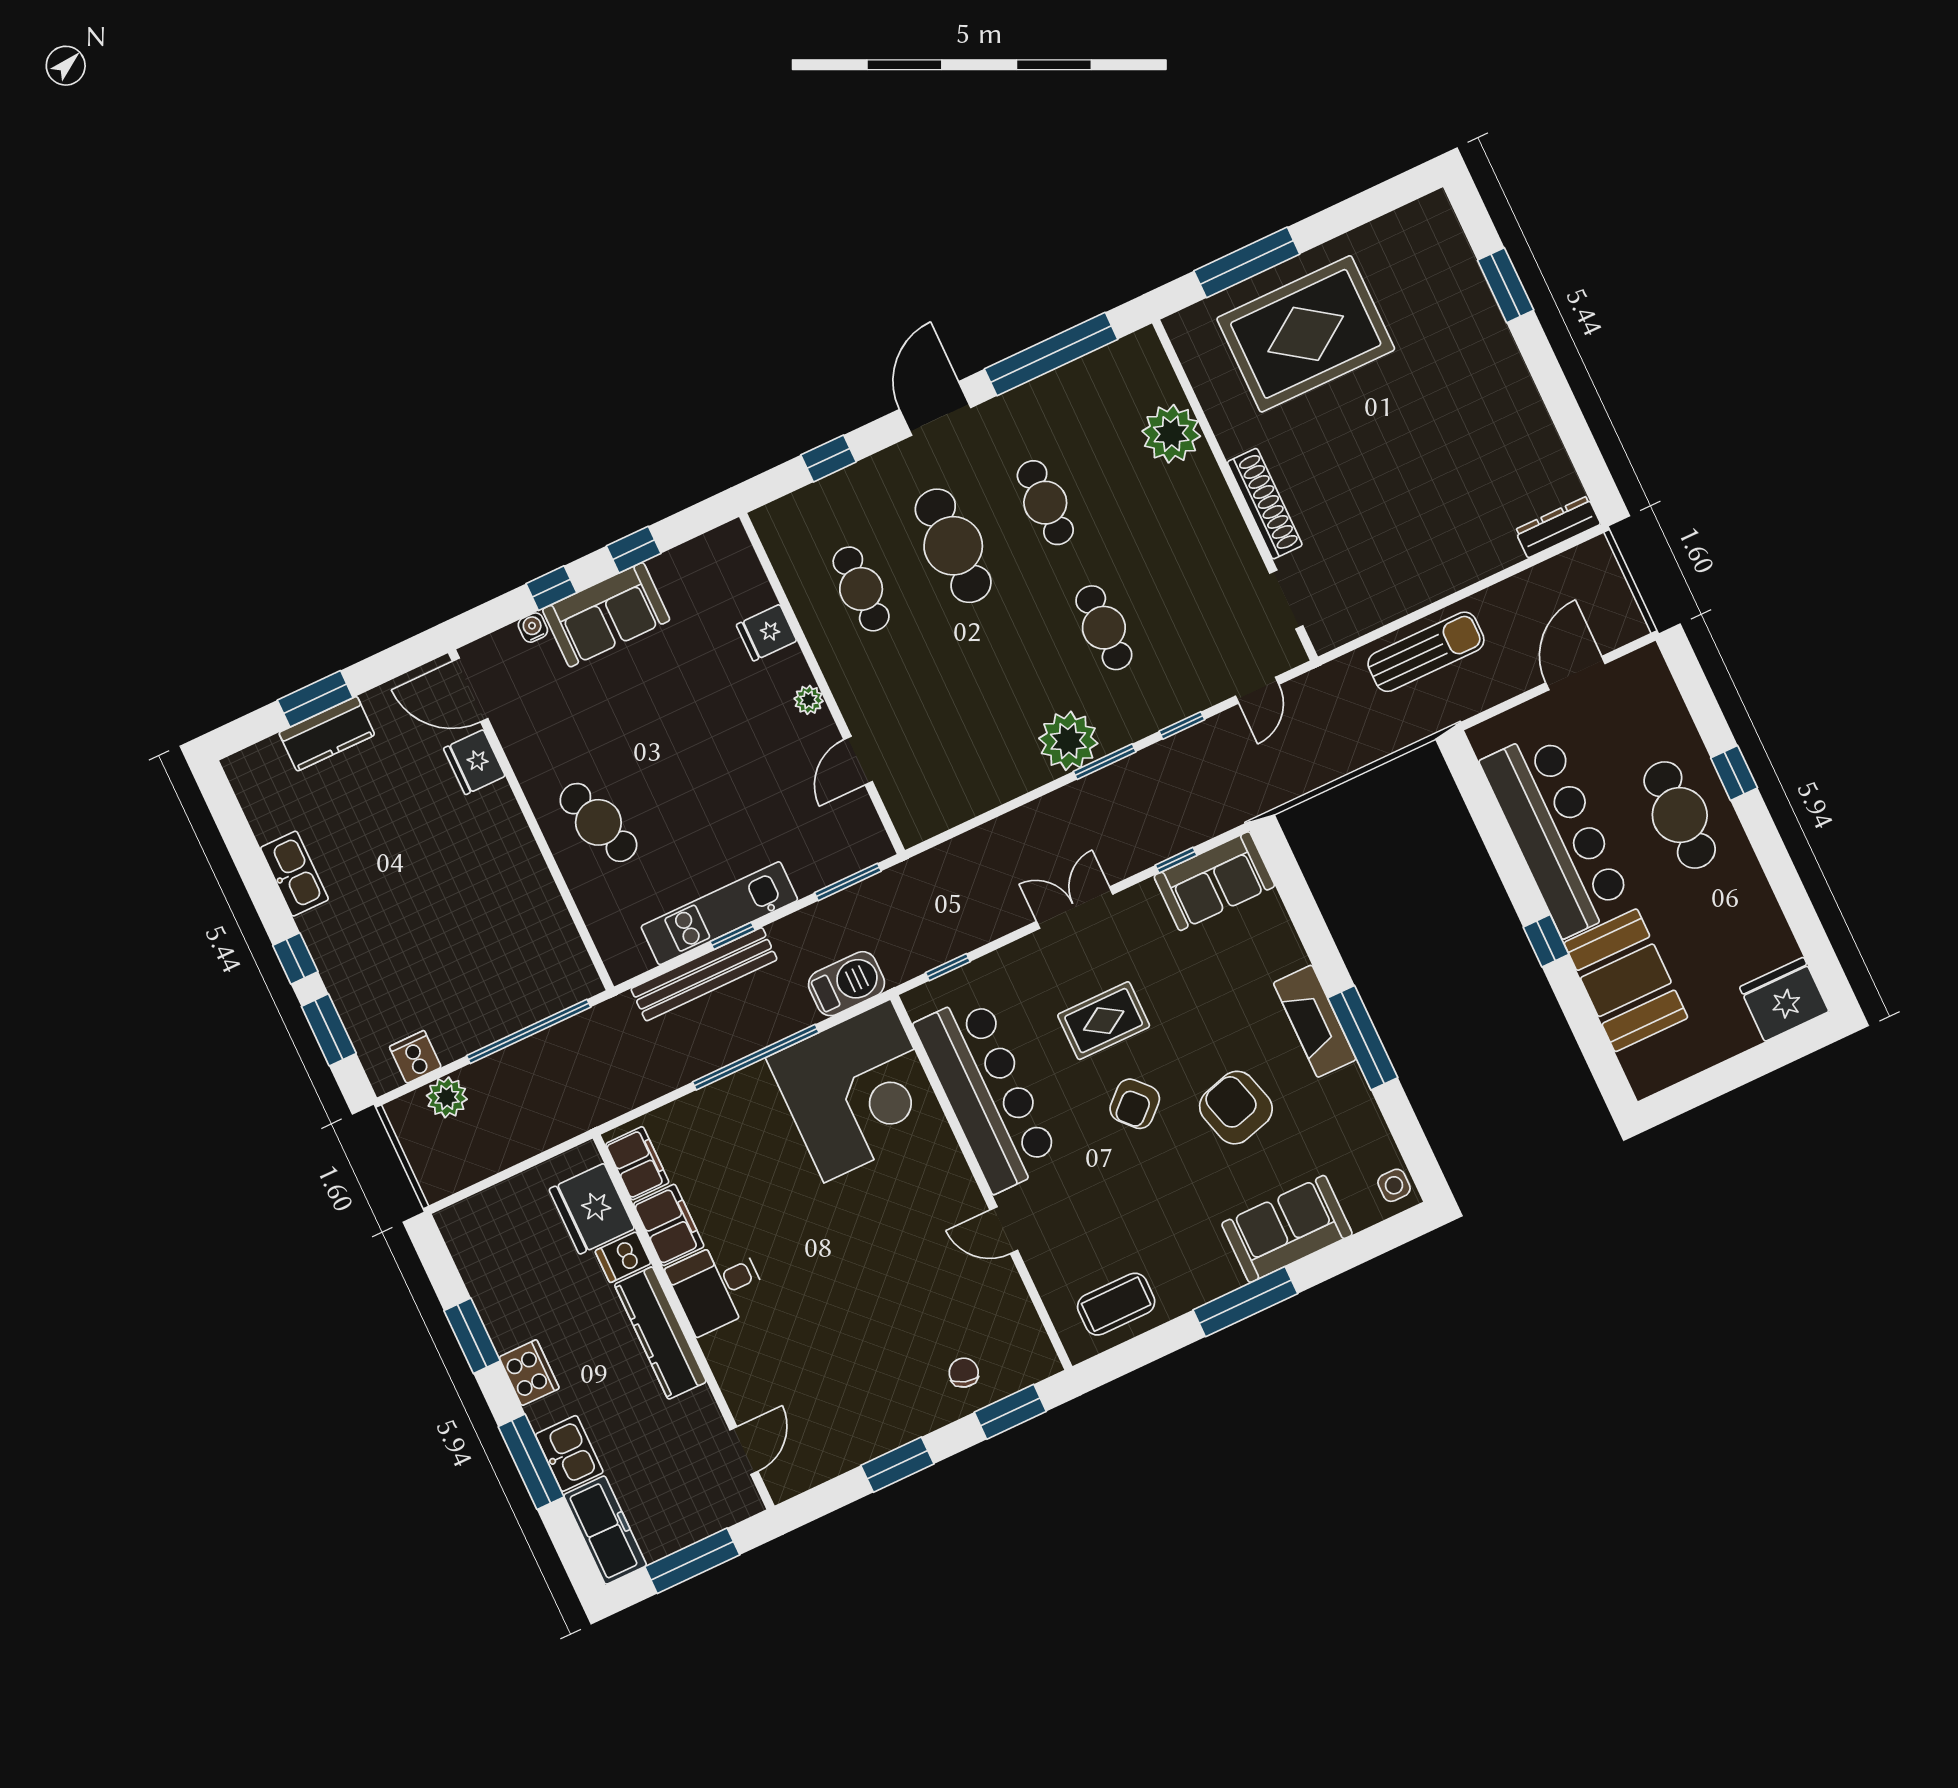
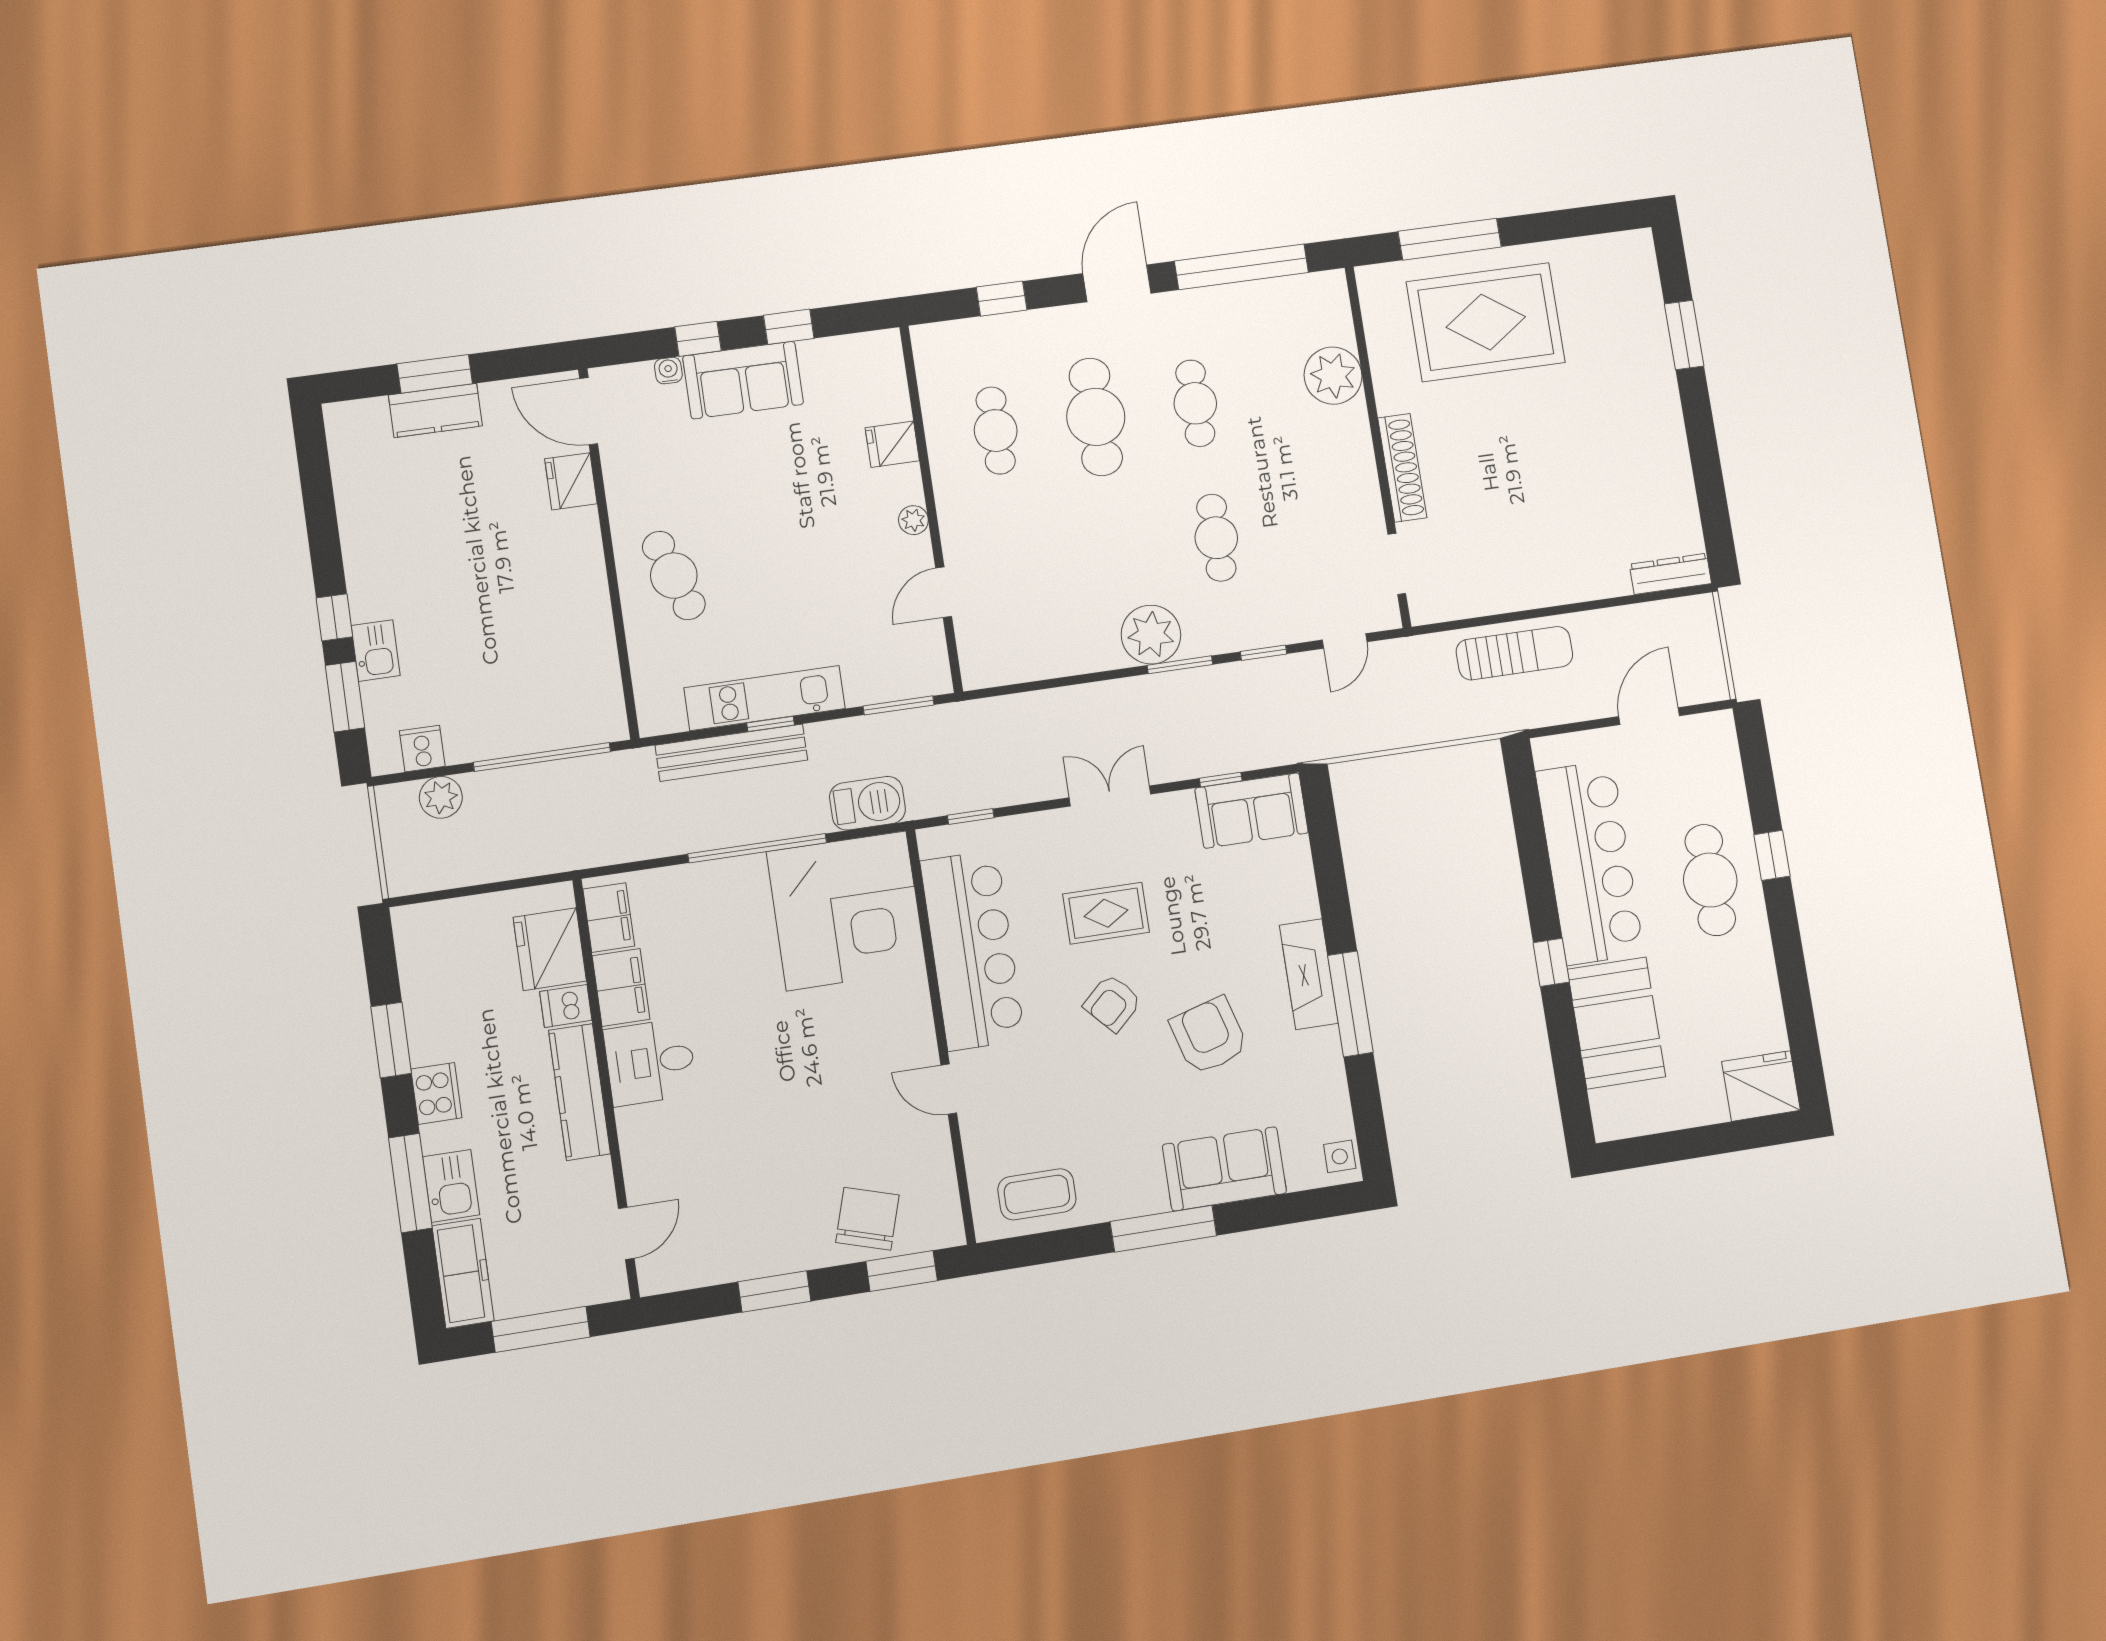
kitchen sink: (294, 874) -> (376, 651), moved, width x0.73
chair: (964, 1373) -> (867, 1219), width x1.87, depth x1.87

